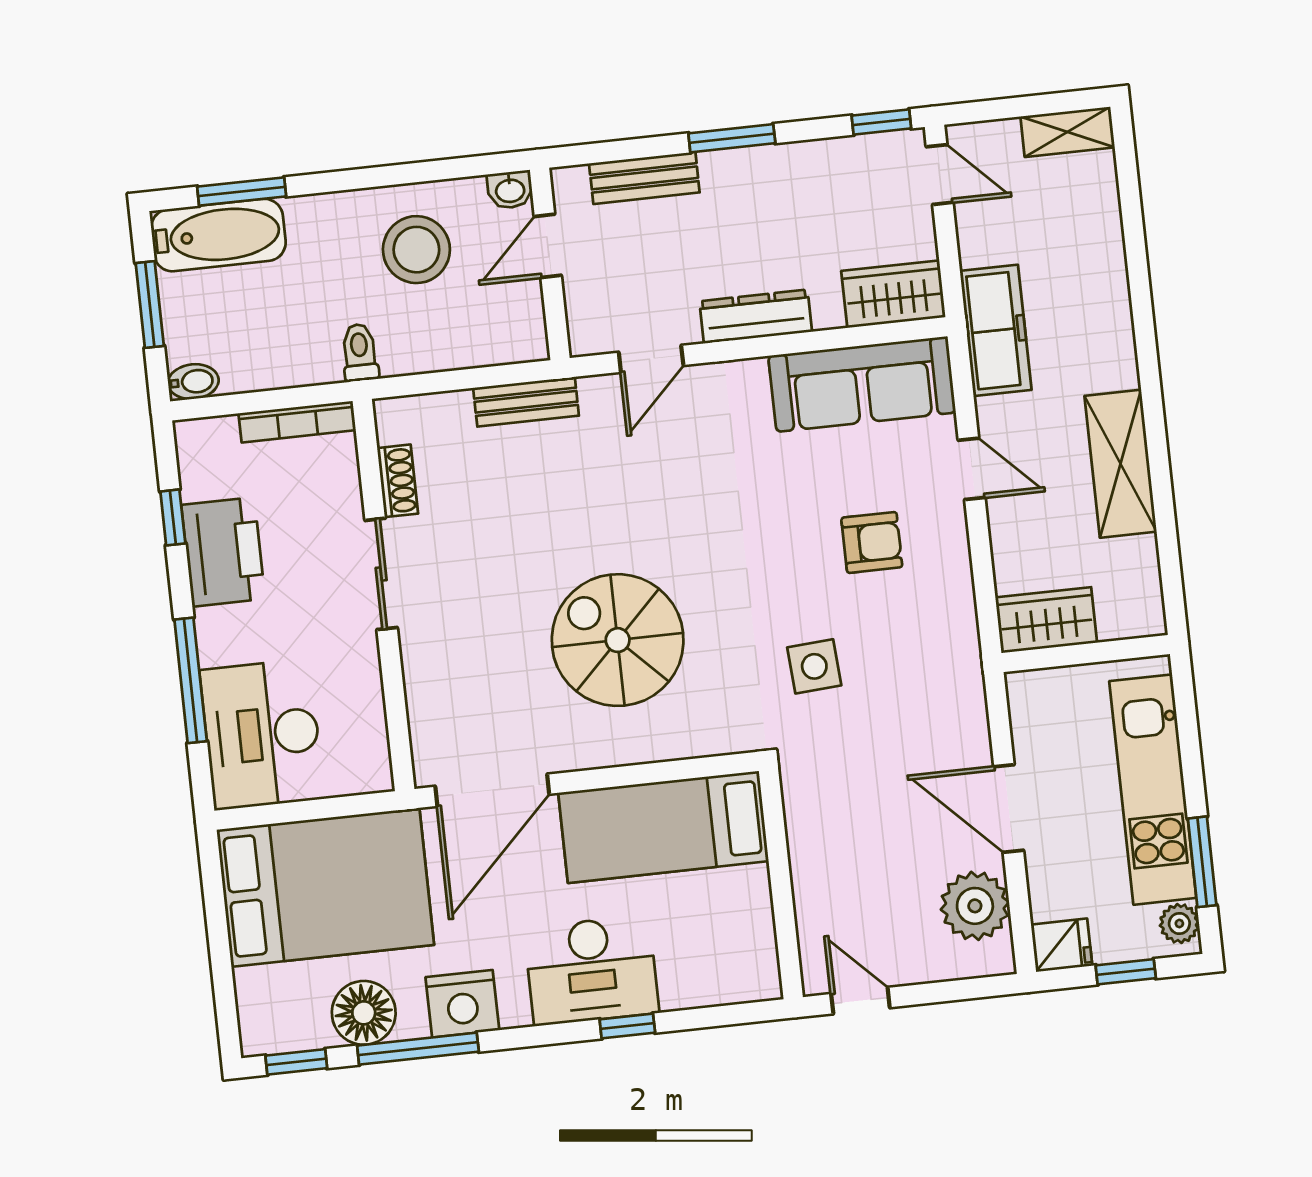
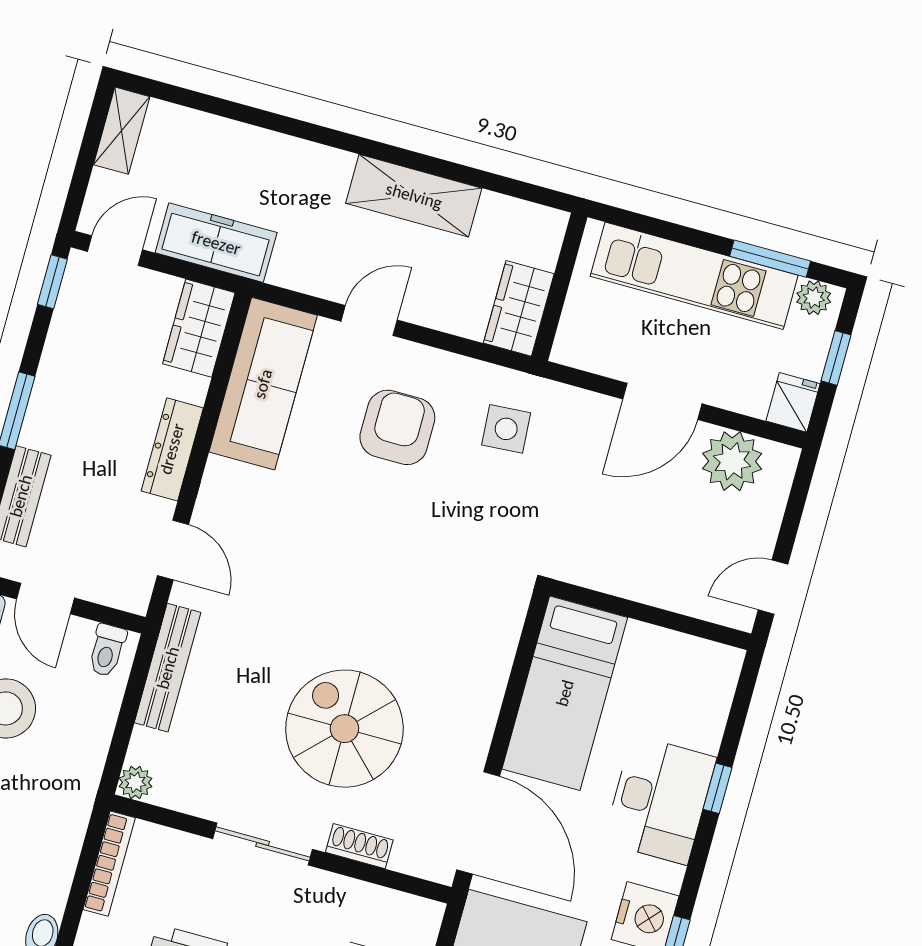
freezer: (996, 330) -> (216, 243), moved
toilet: (360, 353) -> (107, 650), moved, turned -90
bench: (526, 402) -> (168, 668), width x1.36
plant: (393, 416) -> (135, 782), added
shoe rack: (398, 481) -> (359, 846), moved
armchair: (872, 542) -> (397, 427), width x1.38, depth x1.38
spiral stairs: (618, 640) -> (344, 729), moved, turned 90
side table: (814, 666) -> (506, 429), moved

